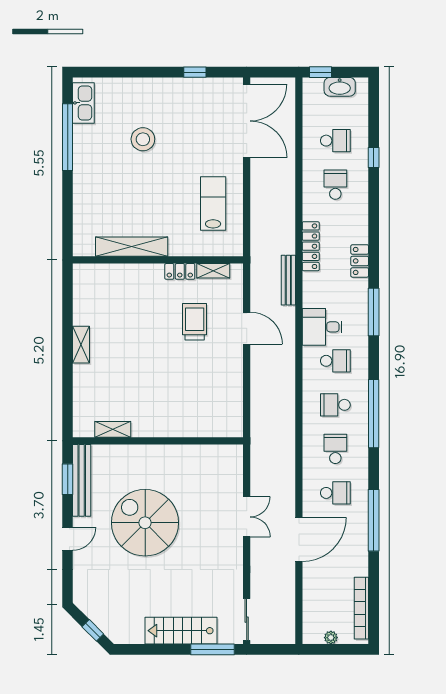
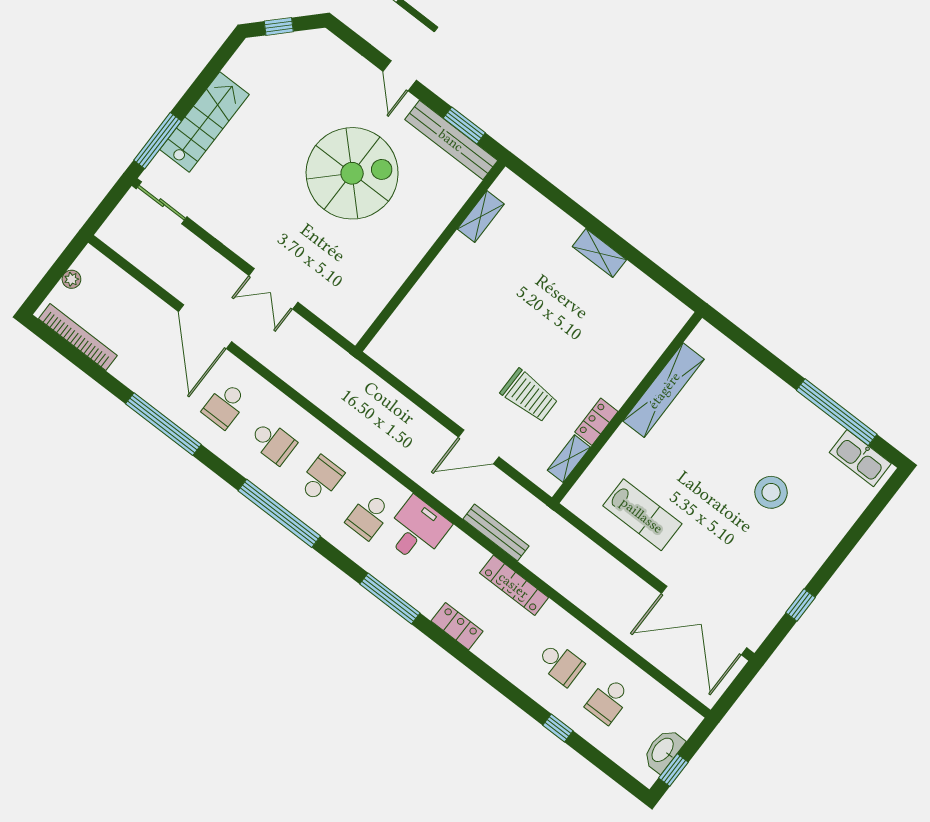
window: (321, 72) -> (673, 770), moved

